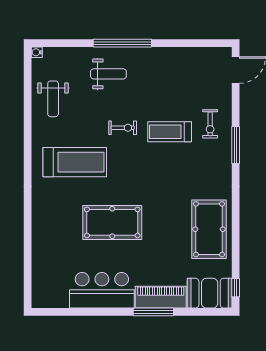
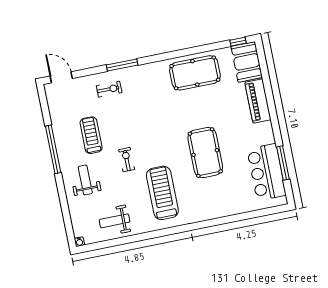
window: (122, 43) -> (53, 149), moved
weight bench: (53, 99) -> (115, 221), turned 180
treadmill: (170, 132) -> (91, 135), moved, turned 180
bar counter: (102, 290) -> (266, 172), moved
window: (153, 312) -> (283, 163), moved

